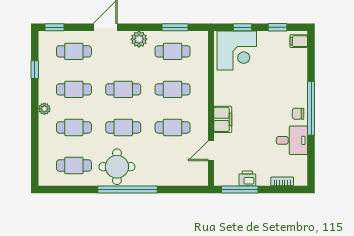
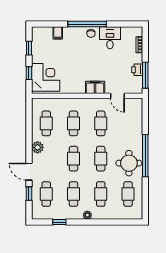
window: (54, 27) -> (29, 194), moved
window: (175, 27) -> (29, 122), removed
filing cabinet: (299, 41) -> (58, 33), moved

